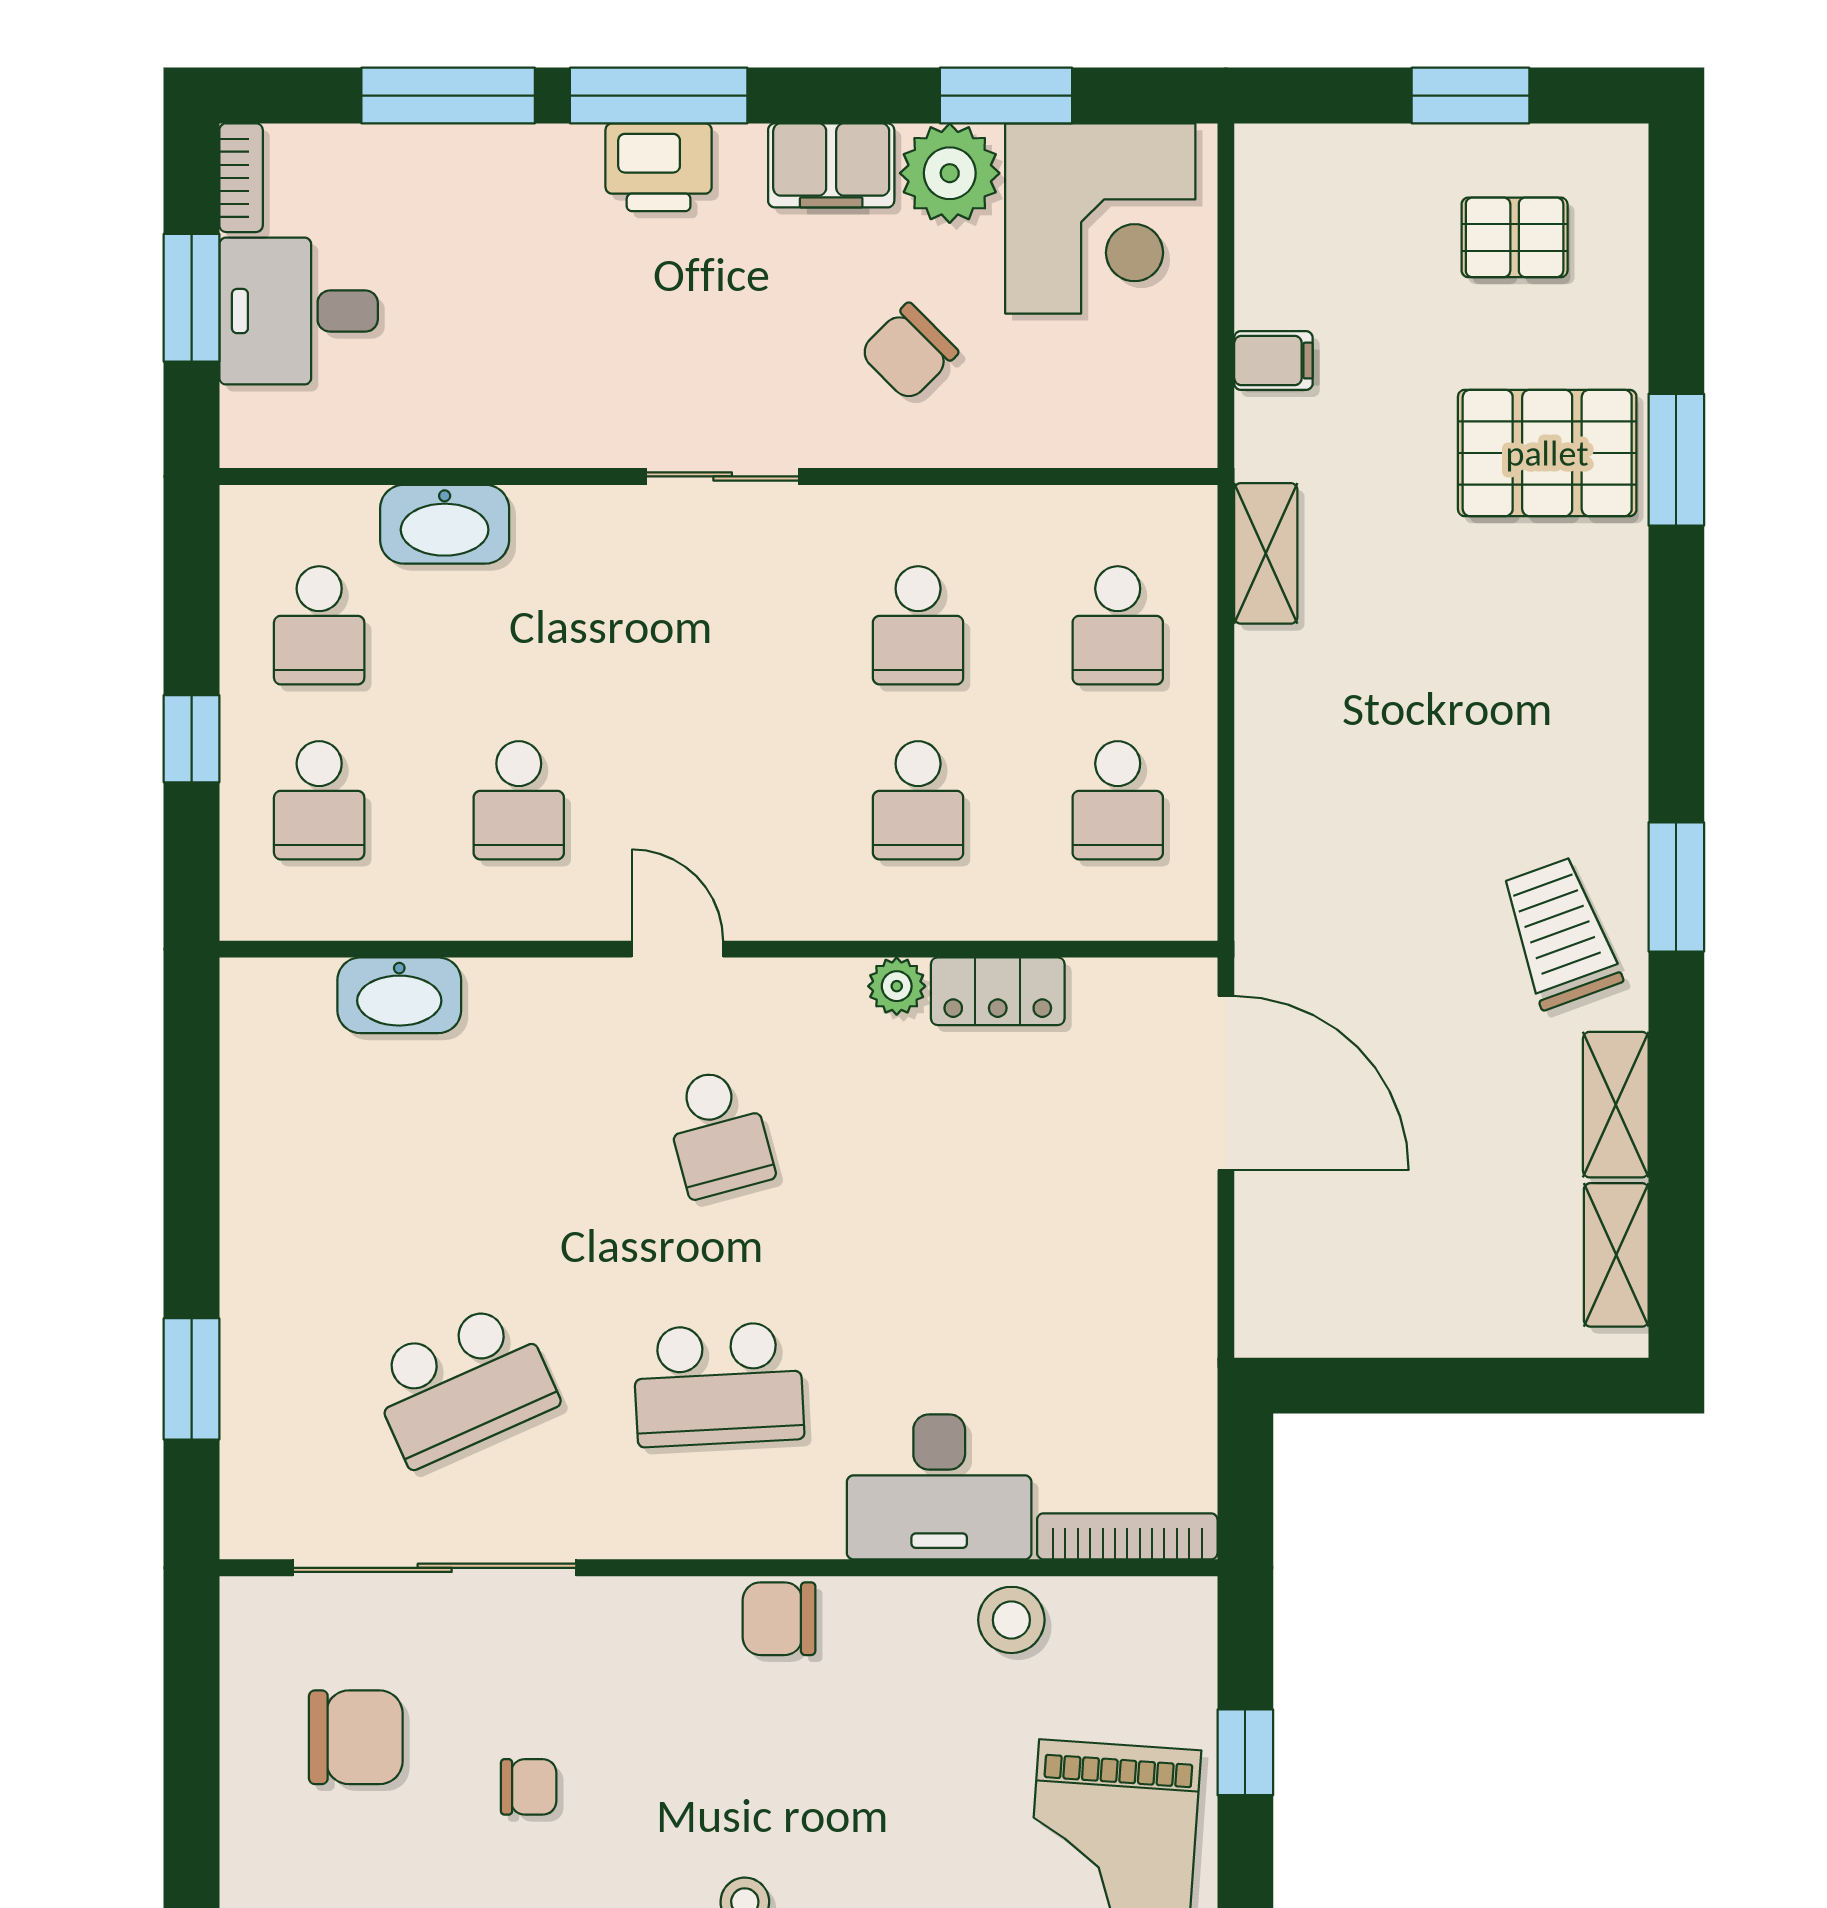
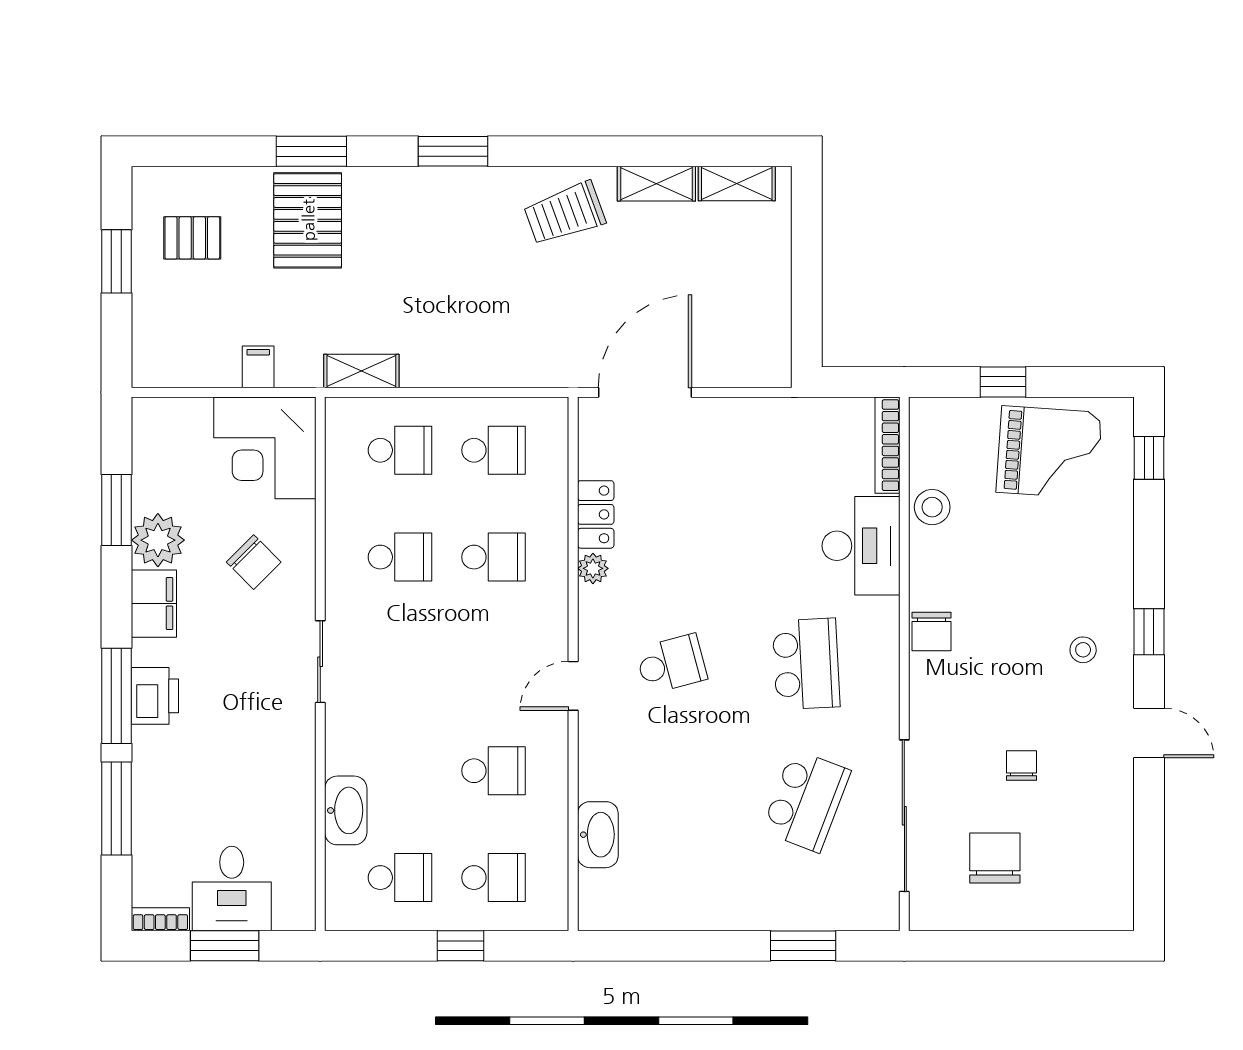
corner desk: (1100, 218) -> (265, 448), moved, turned 180
pallet: (1515, 237) -> (192, 238), turned 90
window: (1676, 887) -> (453, 151), moved
school desk: (463, 1384) -> (806, 801), turned 45

